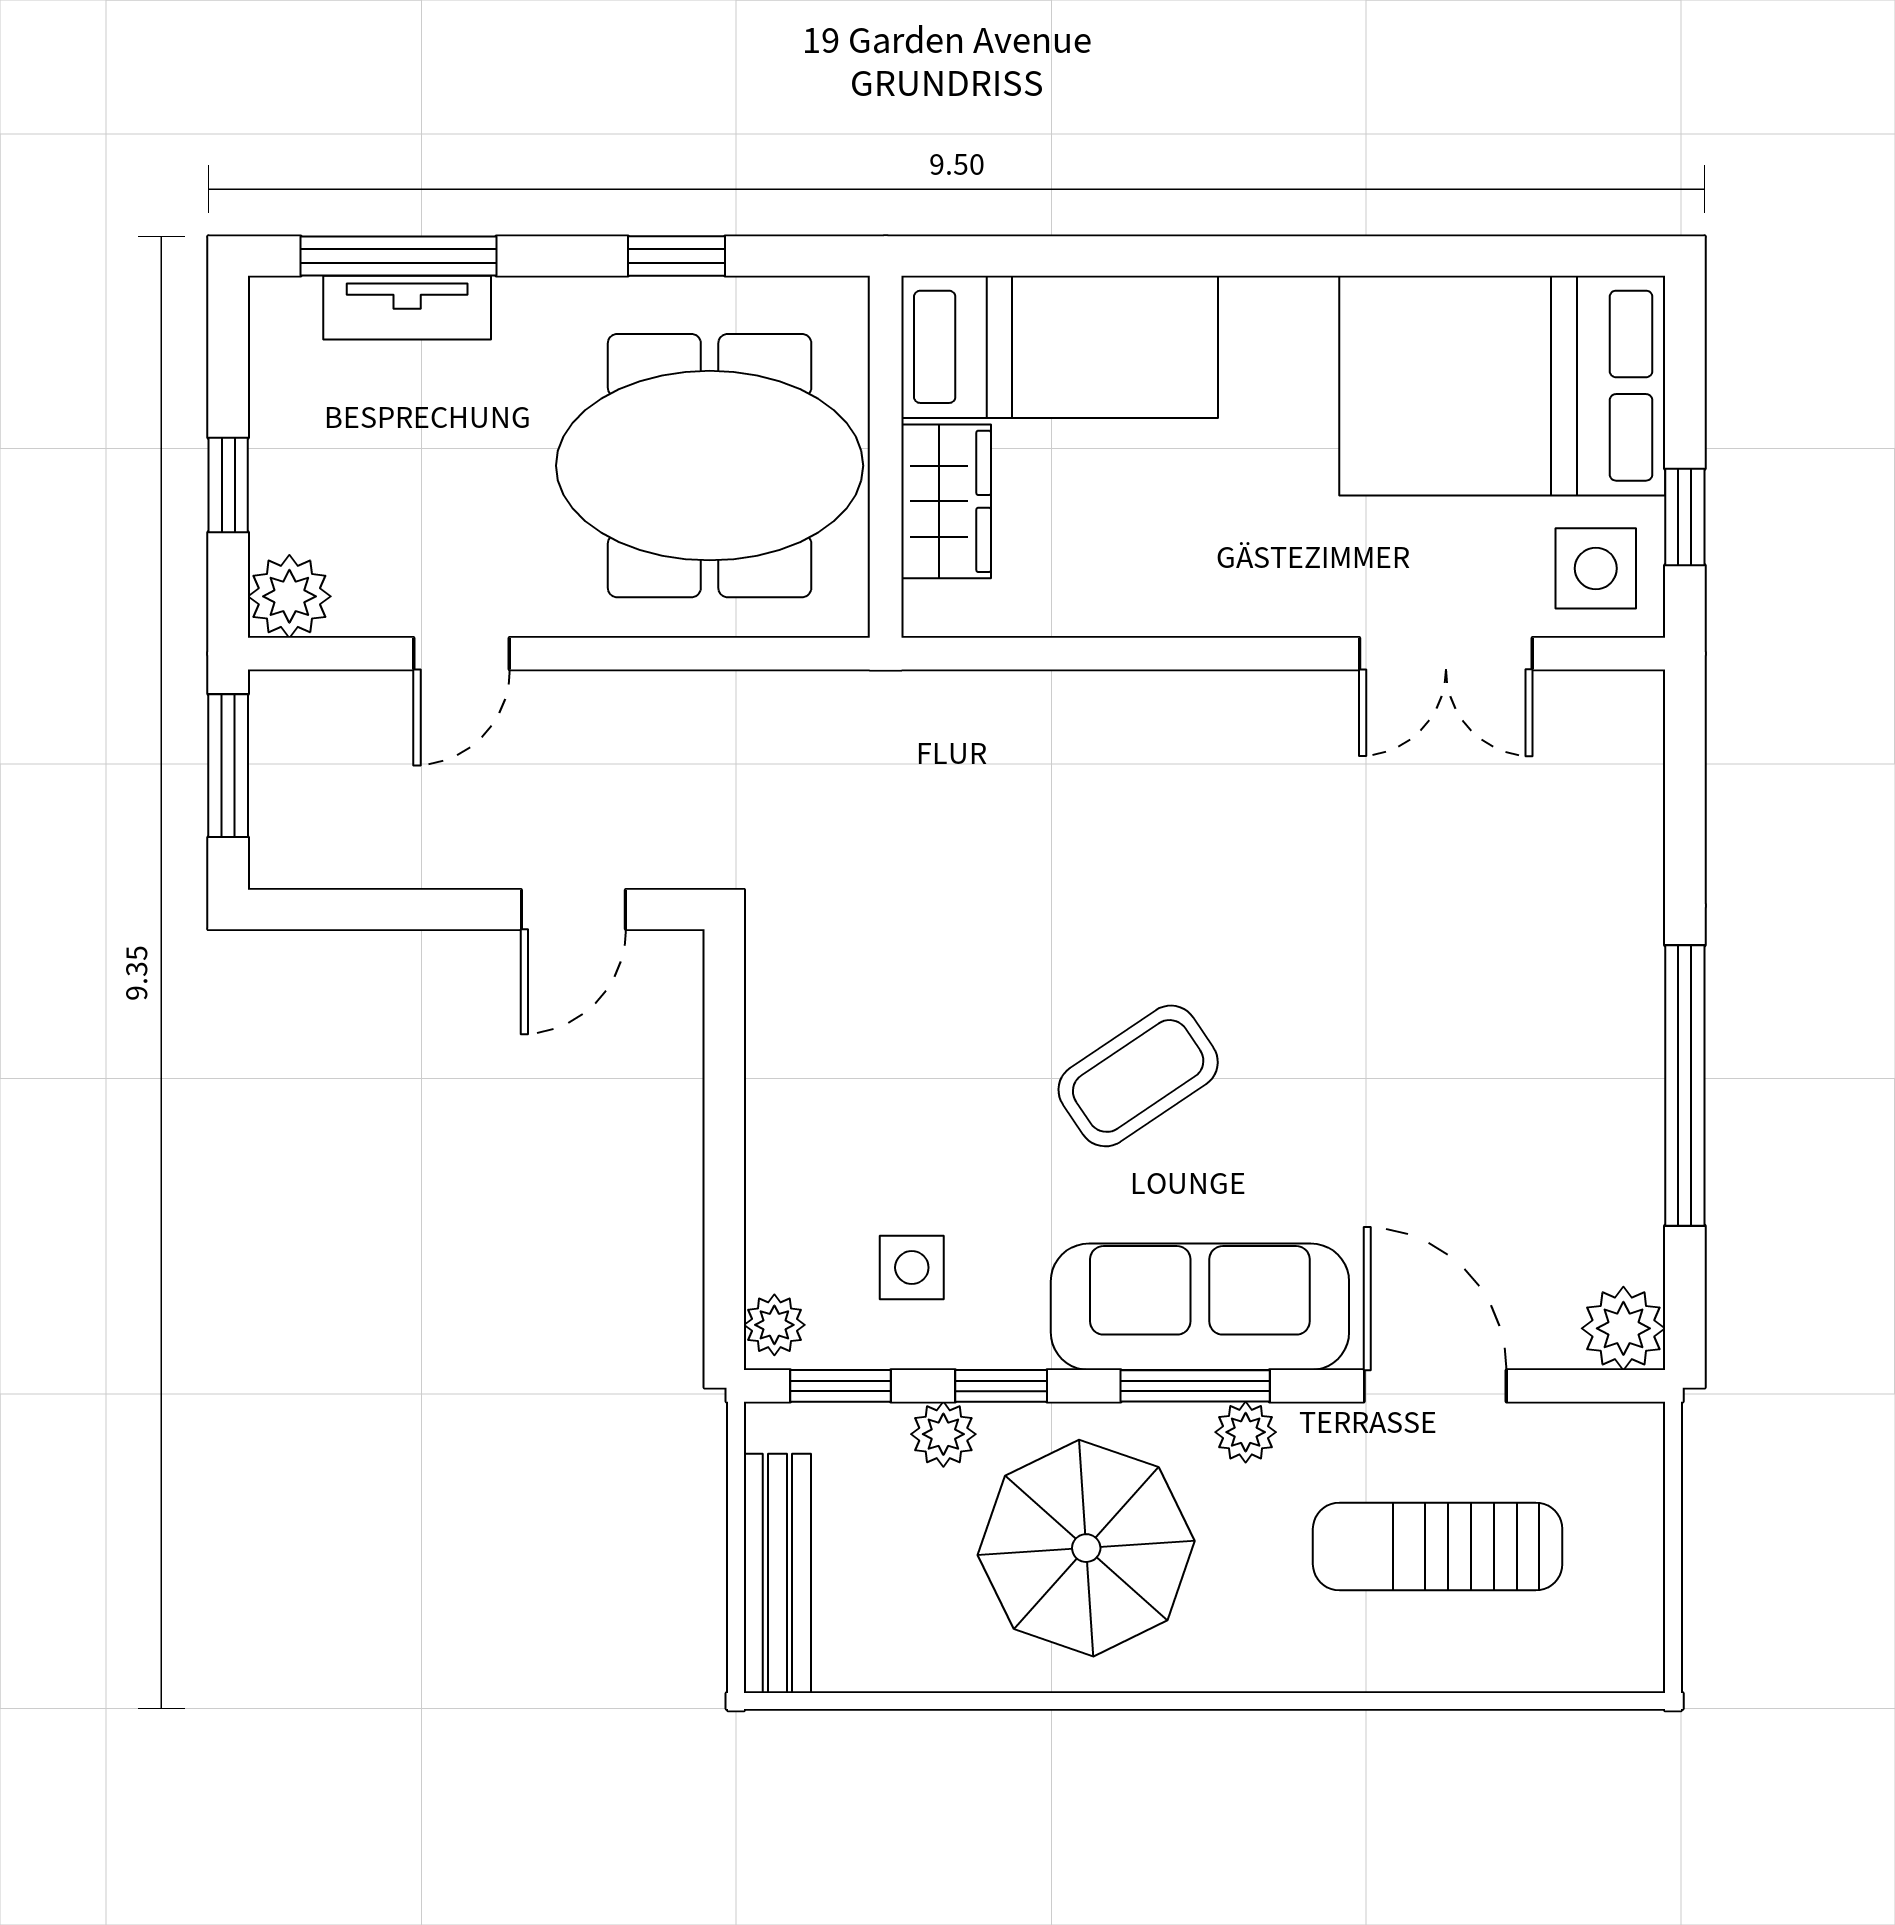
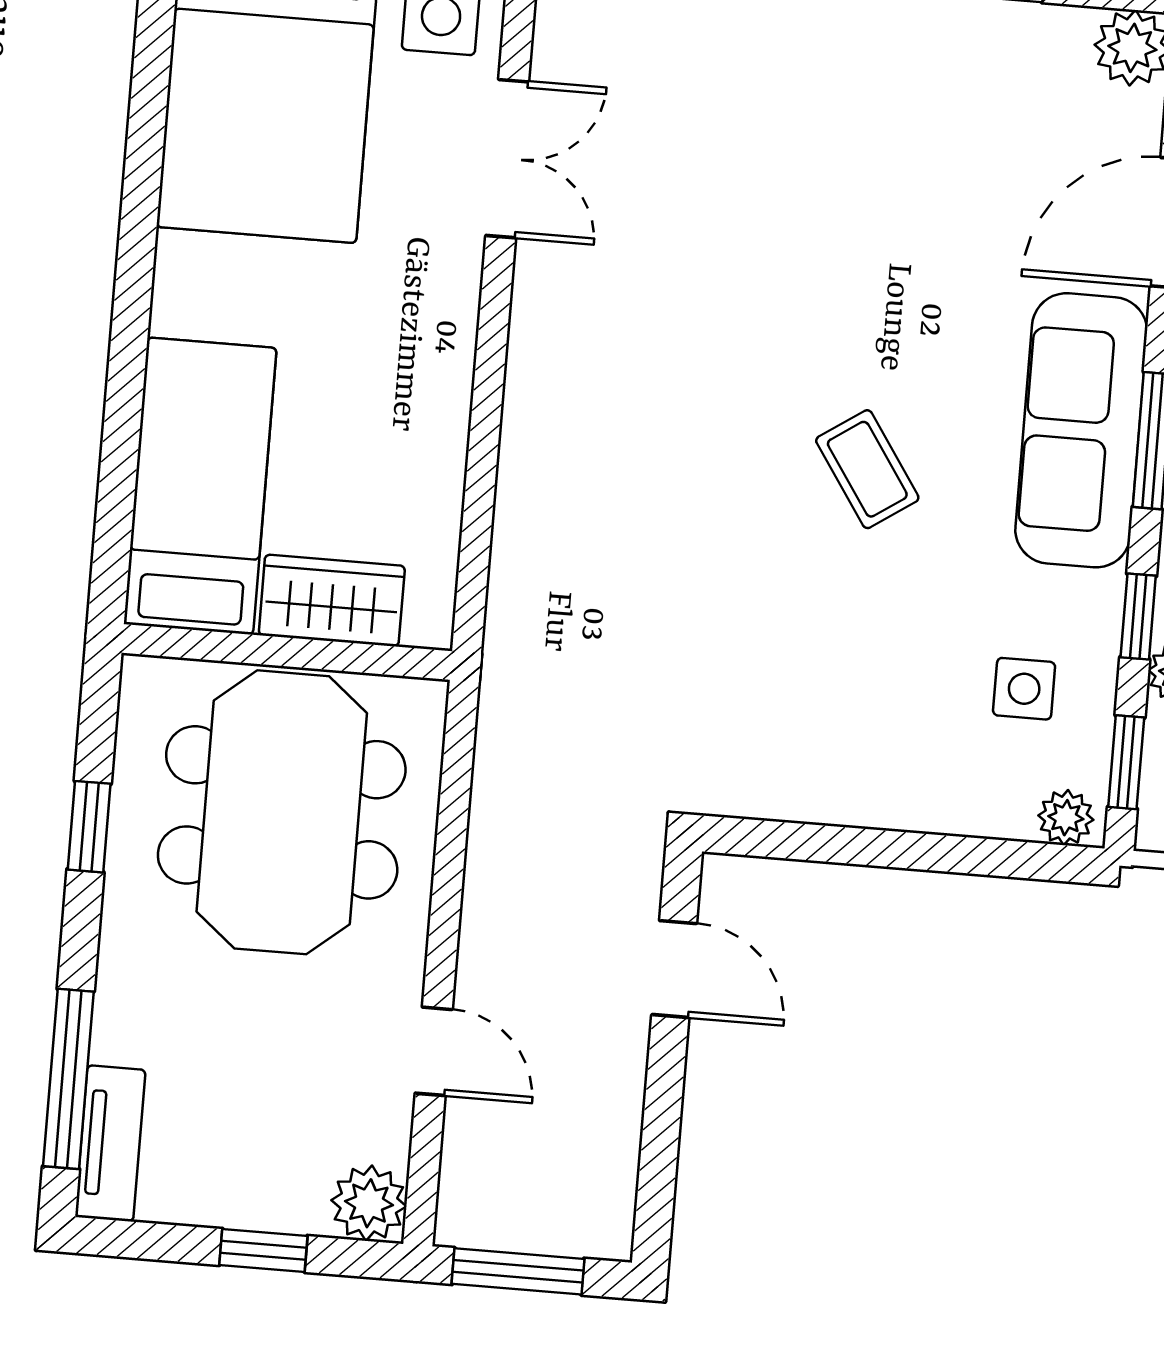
tv unit: (407, 308) -> (110, 1143), moved
coffee table: (1138, 1076) -> (867, 469), width x0.73, depth x0.77

